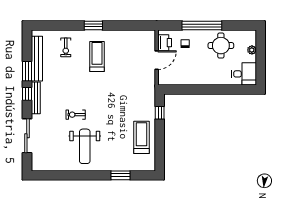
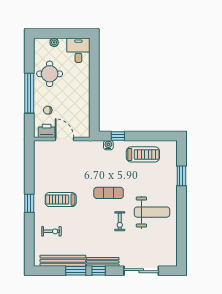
water cooler: (151, 103) -> (108, 145), added
exercise mat: (104, 104) -> (109, 193), added
treadmill: (141, 137) -> (143, 154), turned 180

